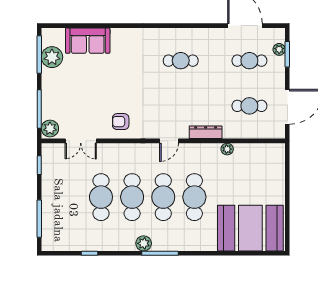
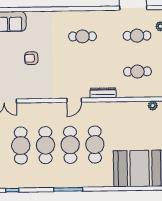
armchair: (121, 122) -> (31, 58), moved
plant: (227, 149) -> (153, 106), moved
plant: (144, 243) -> (55, 182), removed

